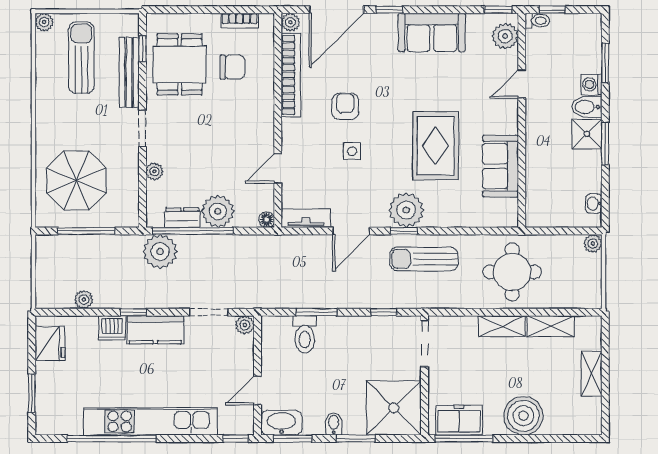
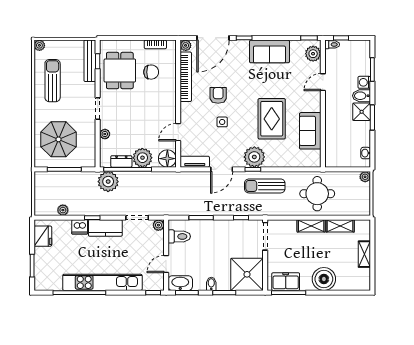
sun lounger: (81, 58) -> (53, 81), moved
bench: (129, 72) -> (90, 61), moved
floor lamp: (267, 220) -> (167, 159), width x1.89, depth x1.89
toilet: (305, 334) -> (179, 236), moved, turned -90

